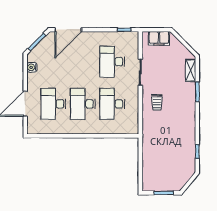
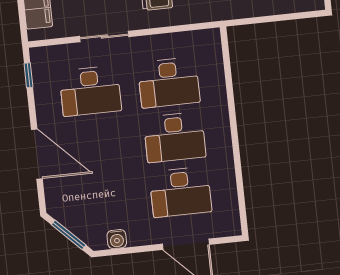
door: (68, 30) -> (37, 154), moved

